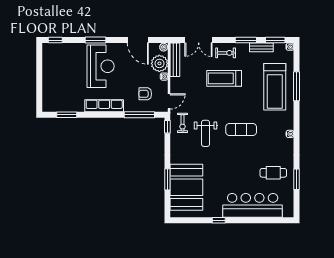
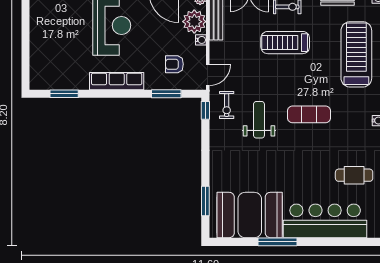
treadmill: (275, 87) -> (356, 54), turned 180
window: (139, 115) -> (166, 94), width x0.69
weight bench: (206, 133) -> (259, 120), turned 180
window: (167, 179) -> (205, 201), moved
booth: (186, 187) -> (250, 215), moved, turned 90
window: (219, 220) -> (278, 242), width x2.17

